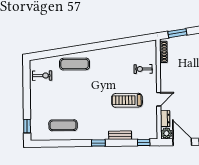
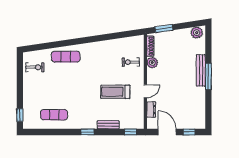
plant: (166, 133) -> (152, 63), moved

